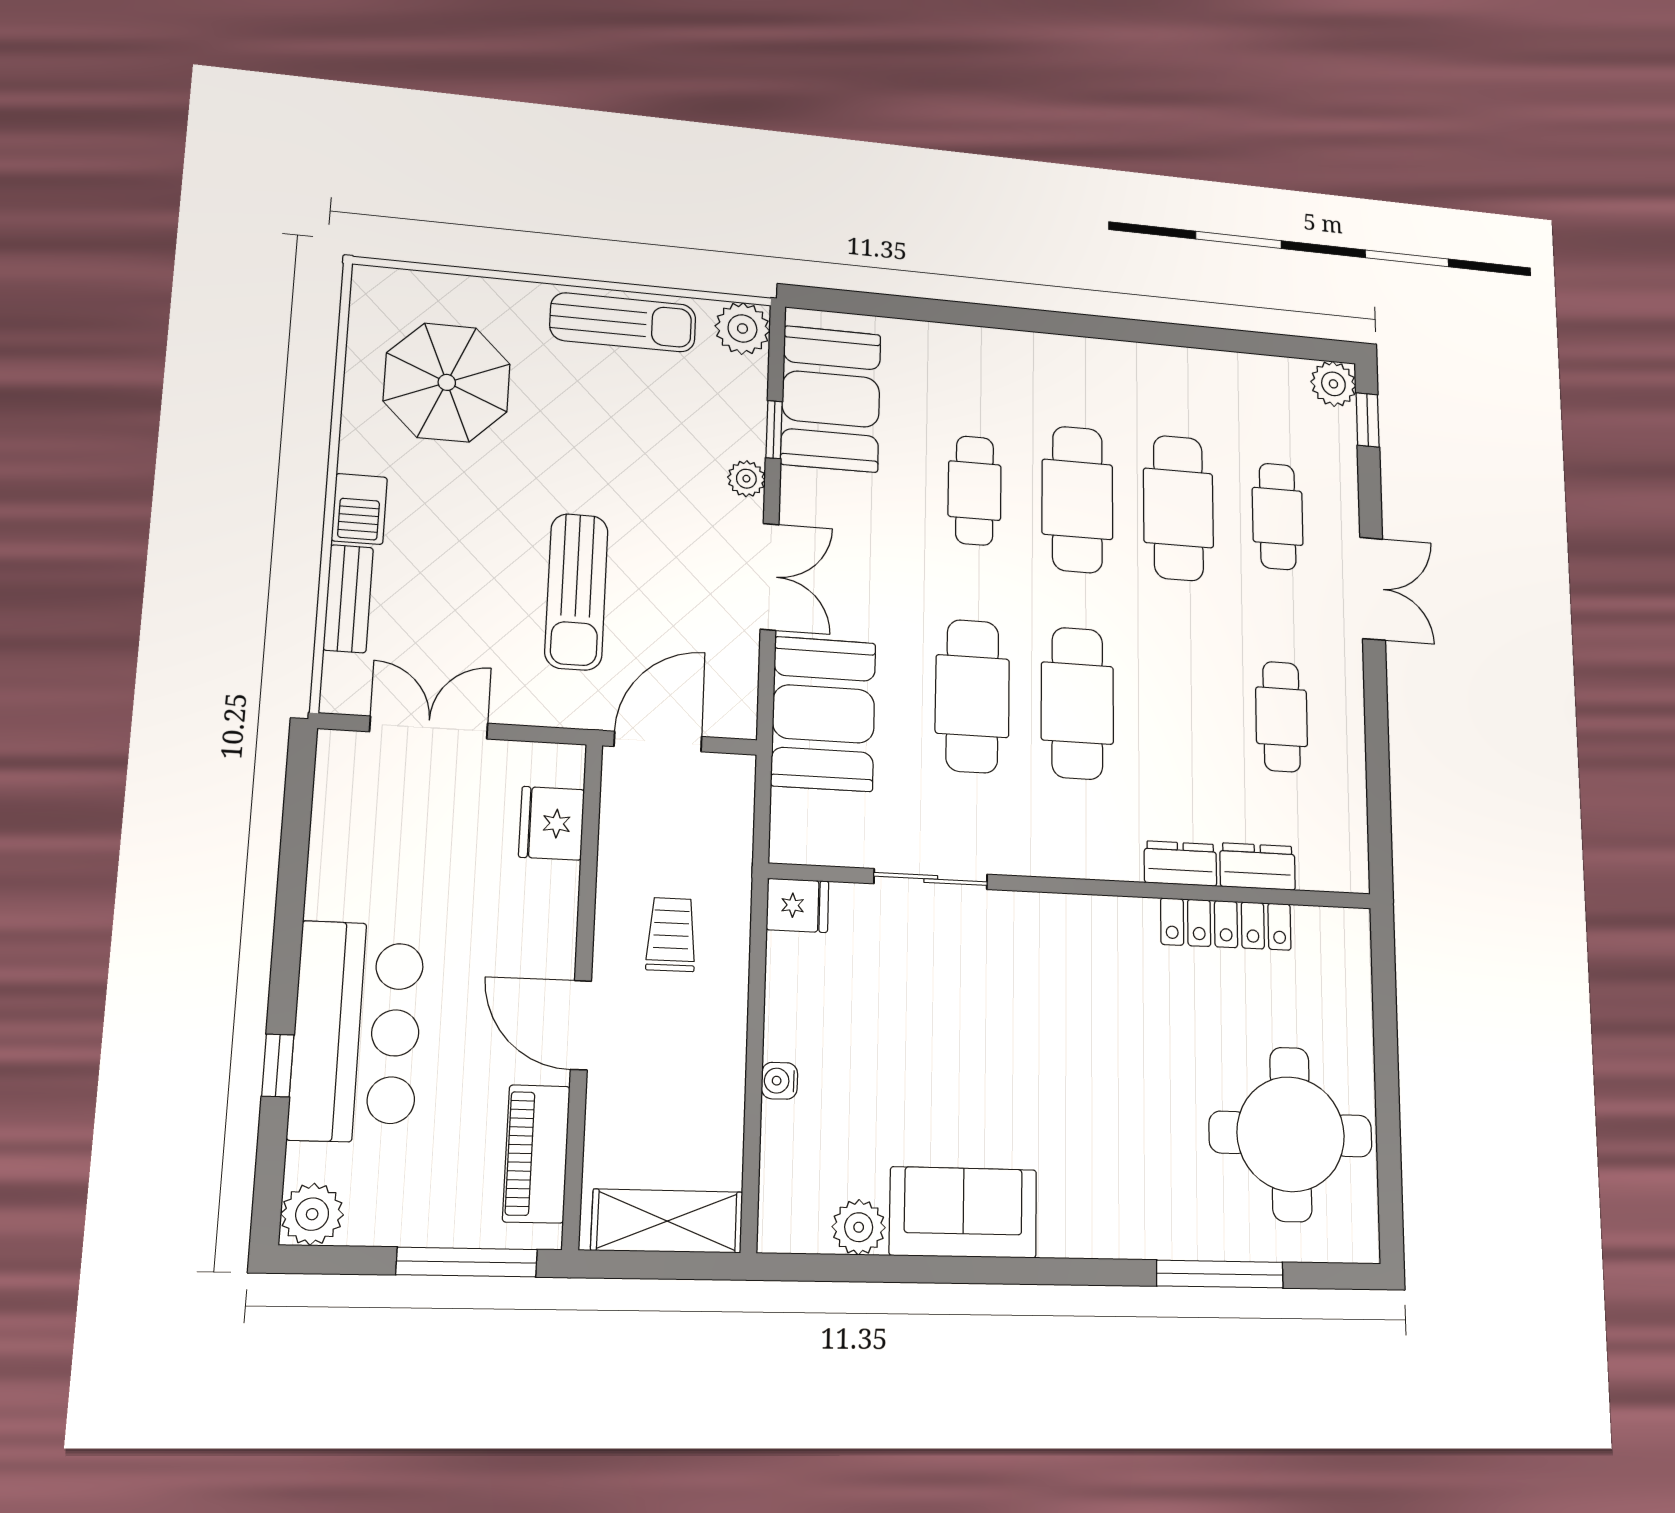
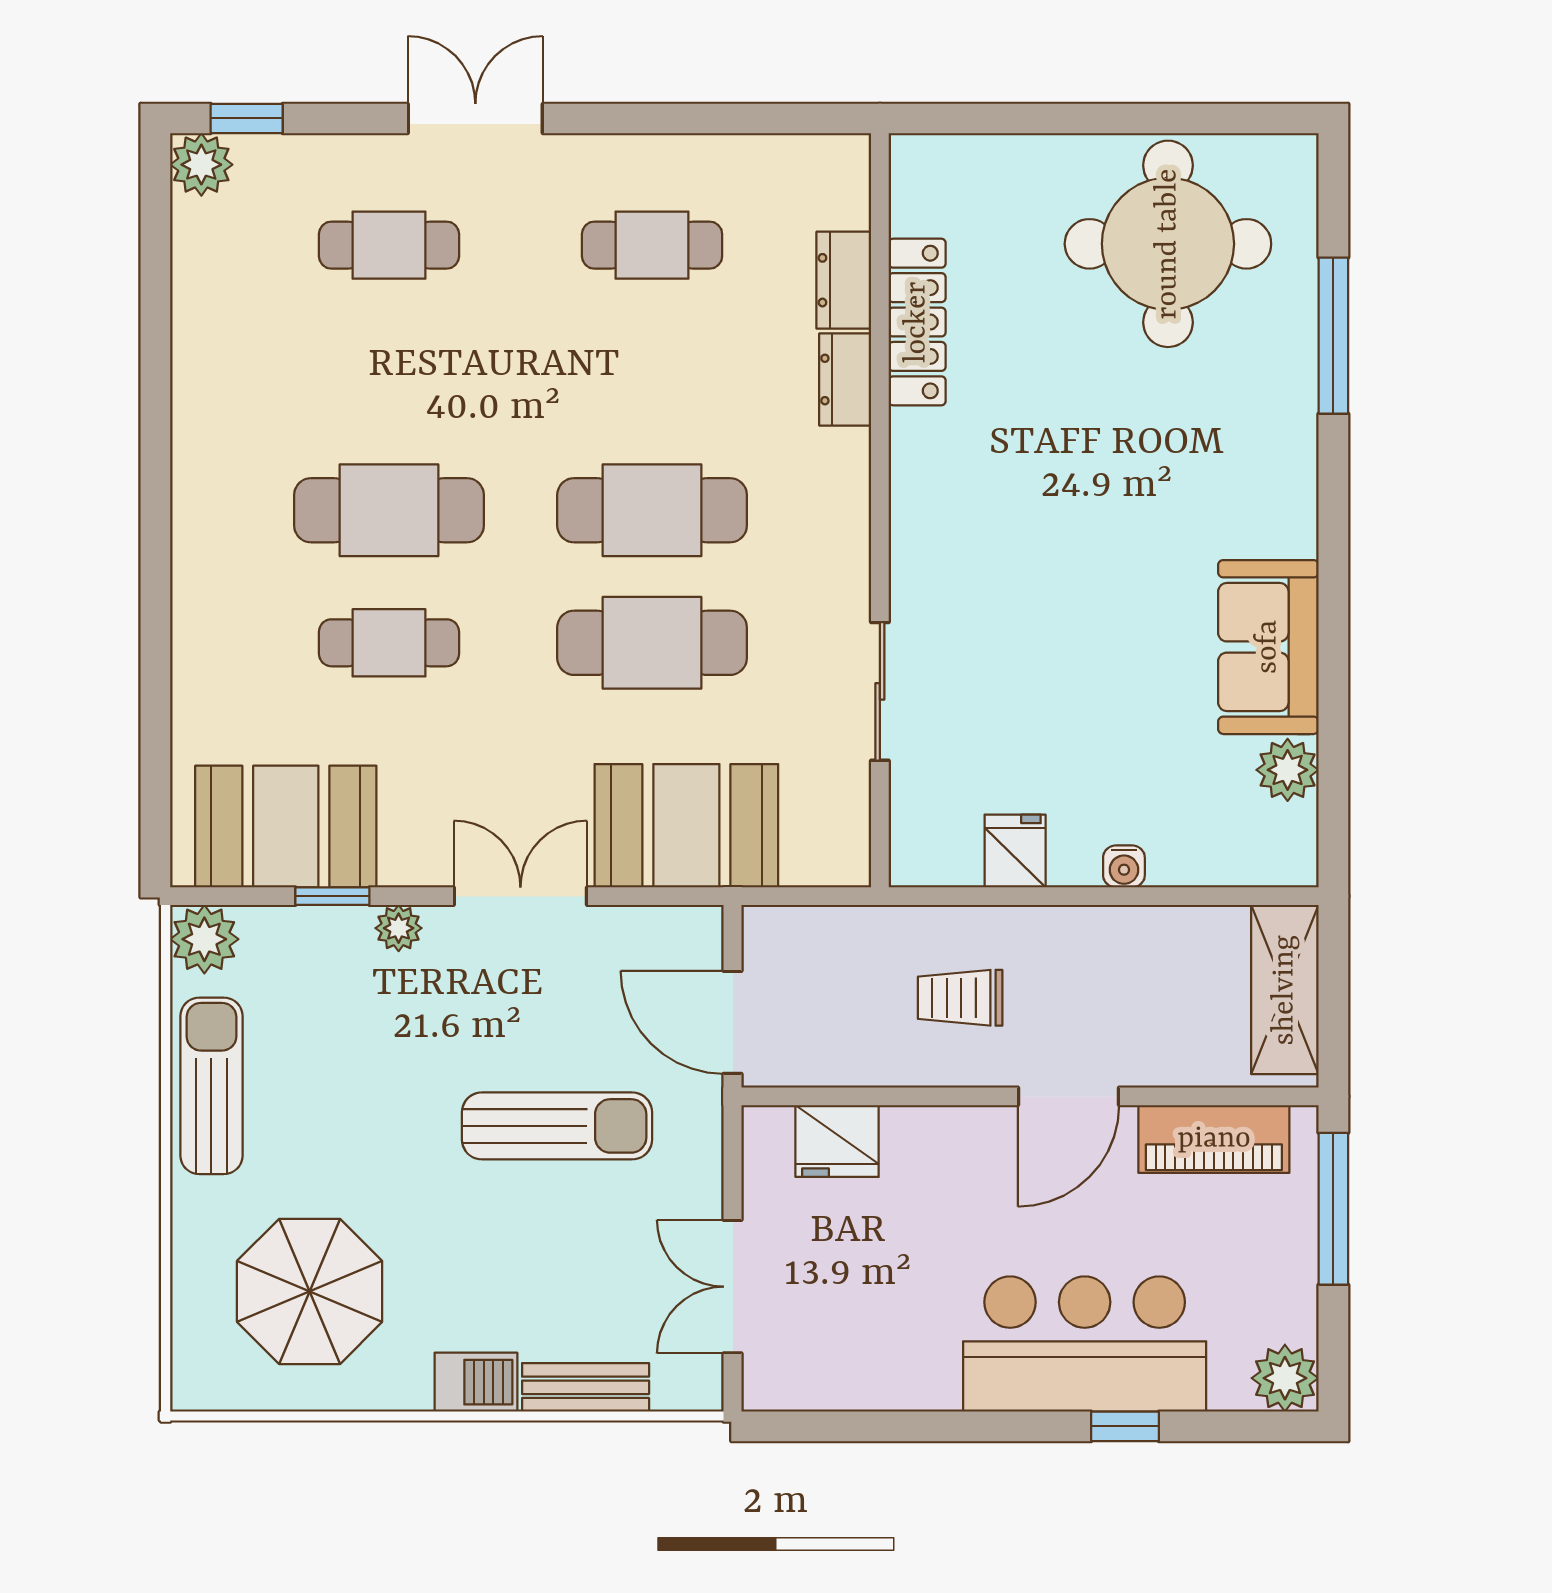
cafe table: (1178, 508) -> (389, 378), removed
fridge: (798, 905) -> (1015, 851), moved

